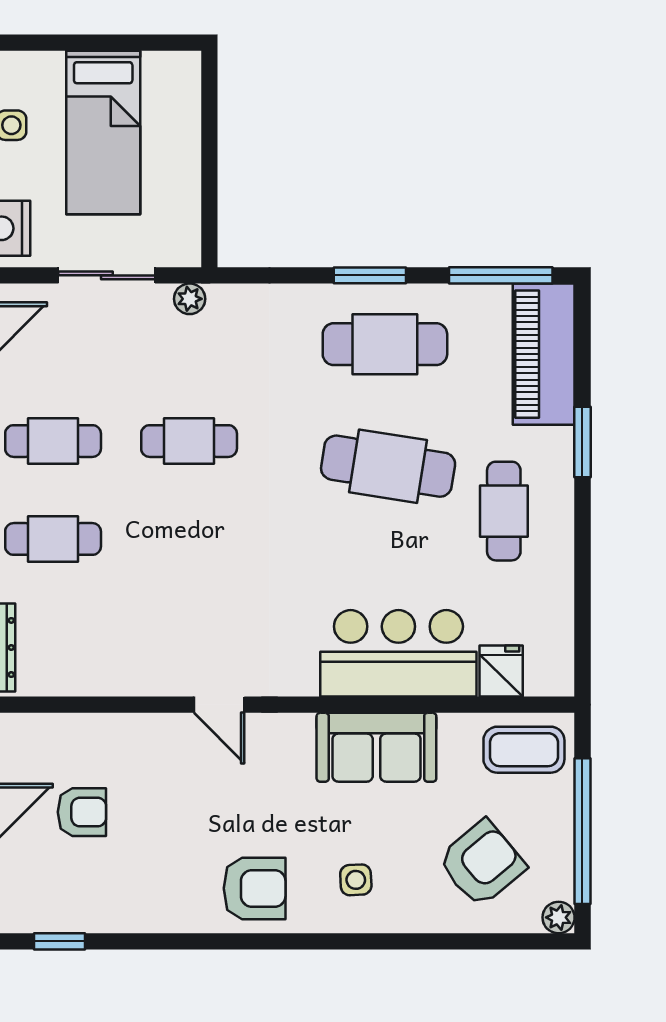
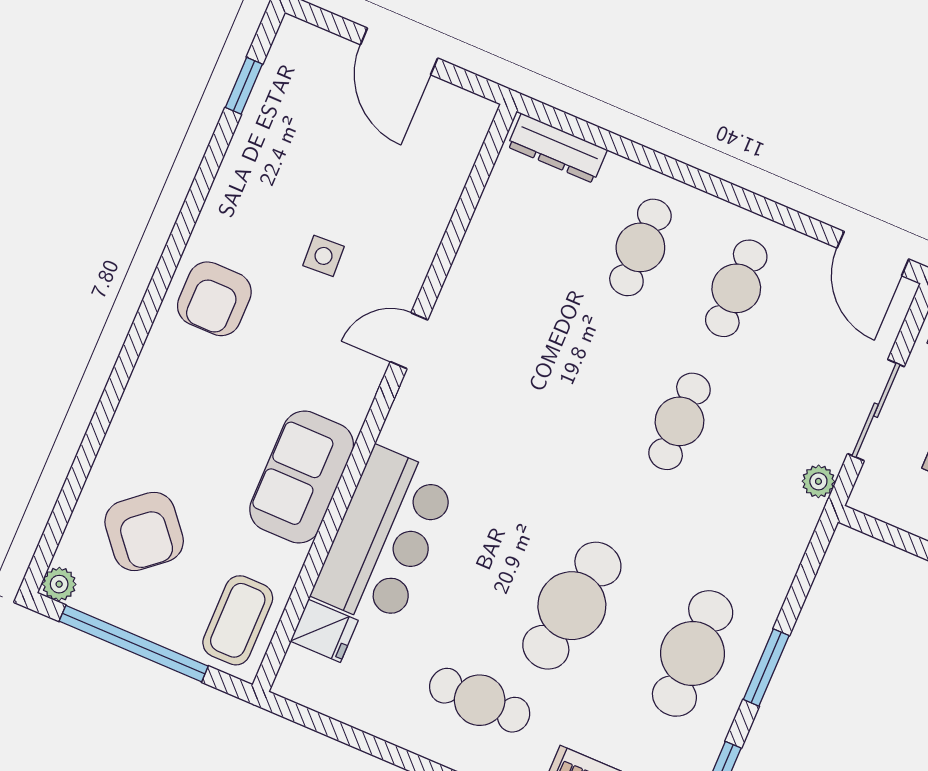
armchair: (82, 812) -> (361, 162), removed
side table: (356, 880) -> (323, 256), moved

